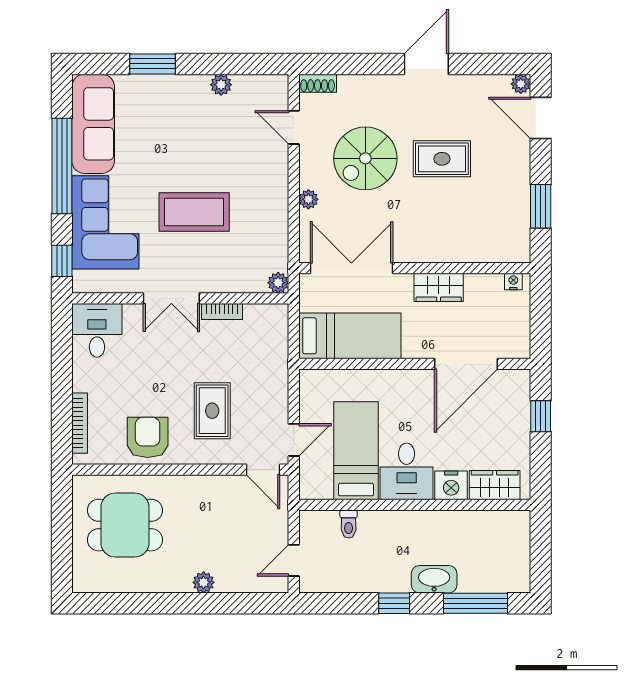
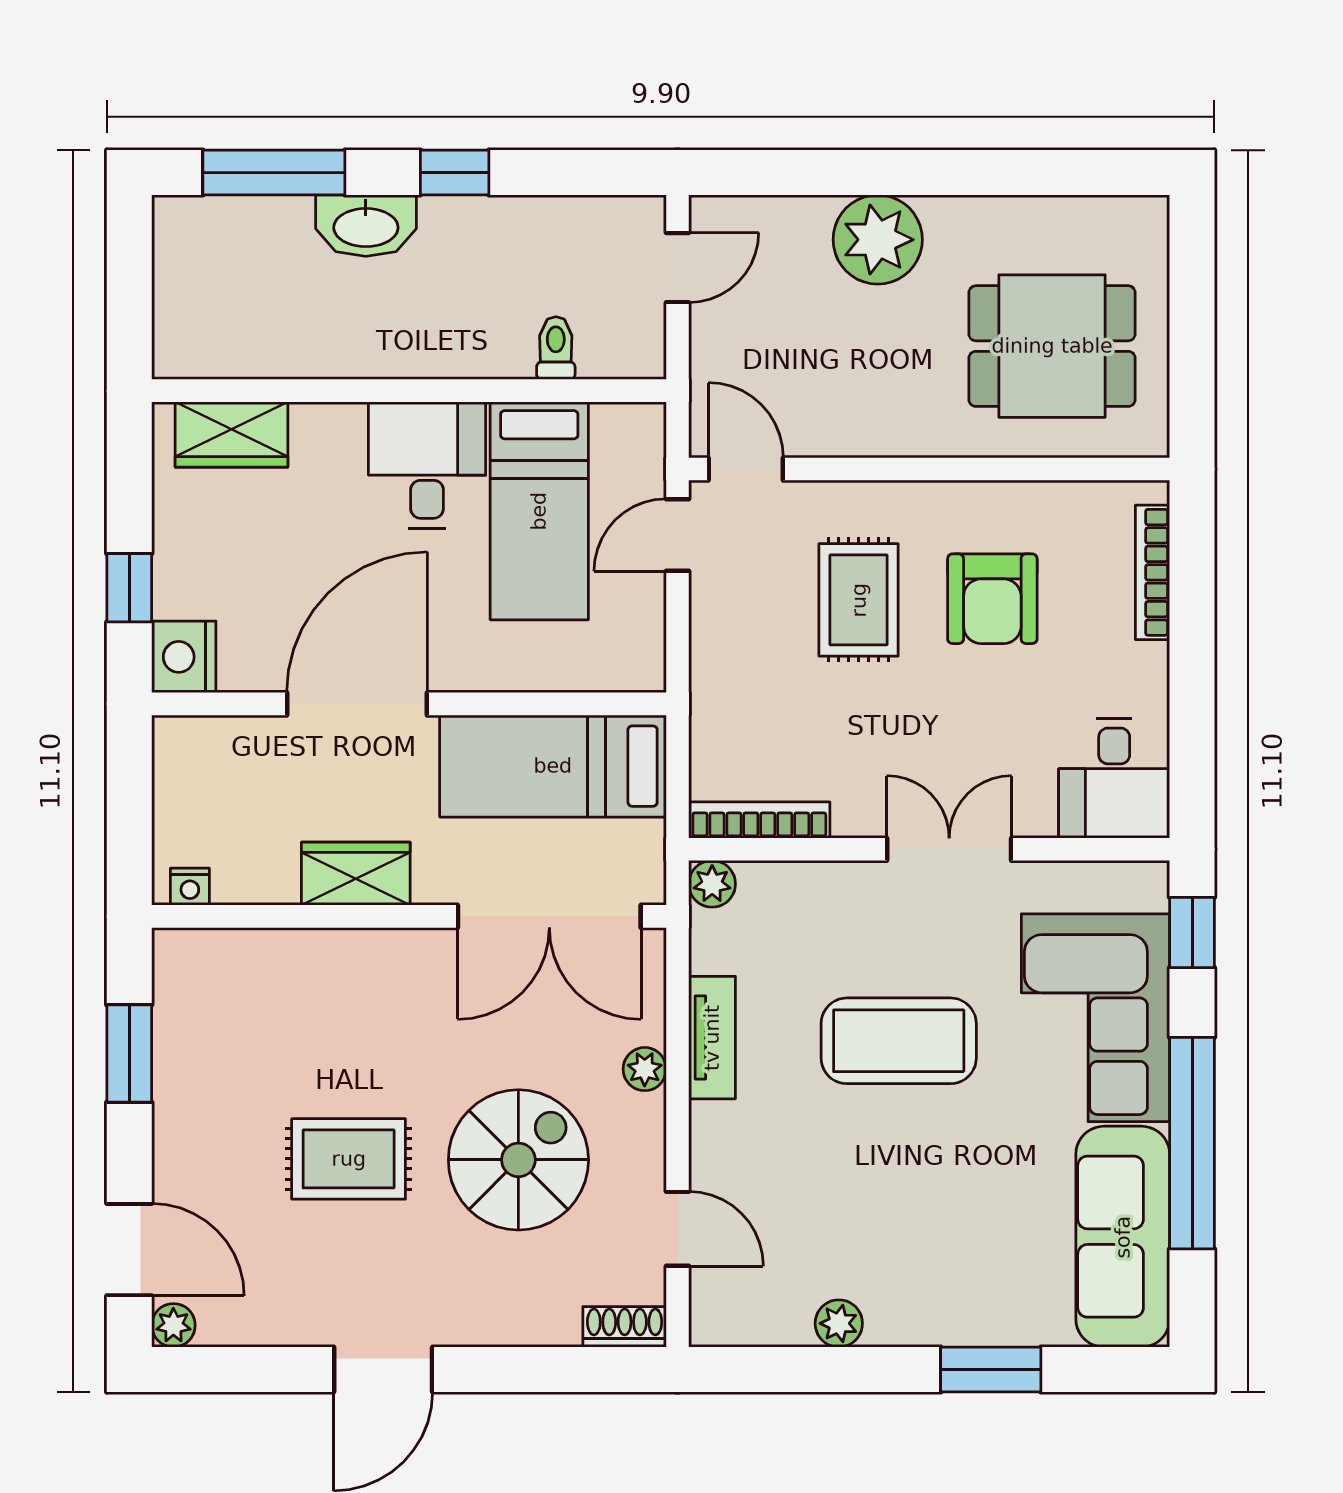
tv unit: (278, 214) -> (712, 1038), added
bookcase: (222, 311) -> (759, 820), moved, width x1.56
door: (466, 364) -> (357, 704), moved
armchair: (148, 437) -> (992, 599), moved
nightstand: (451, 485) -> (184, 657), moved, turned -90
plant: (204, 582) -> (878, 240), width x1.88, depth x1.88

